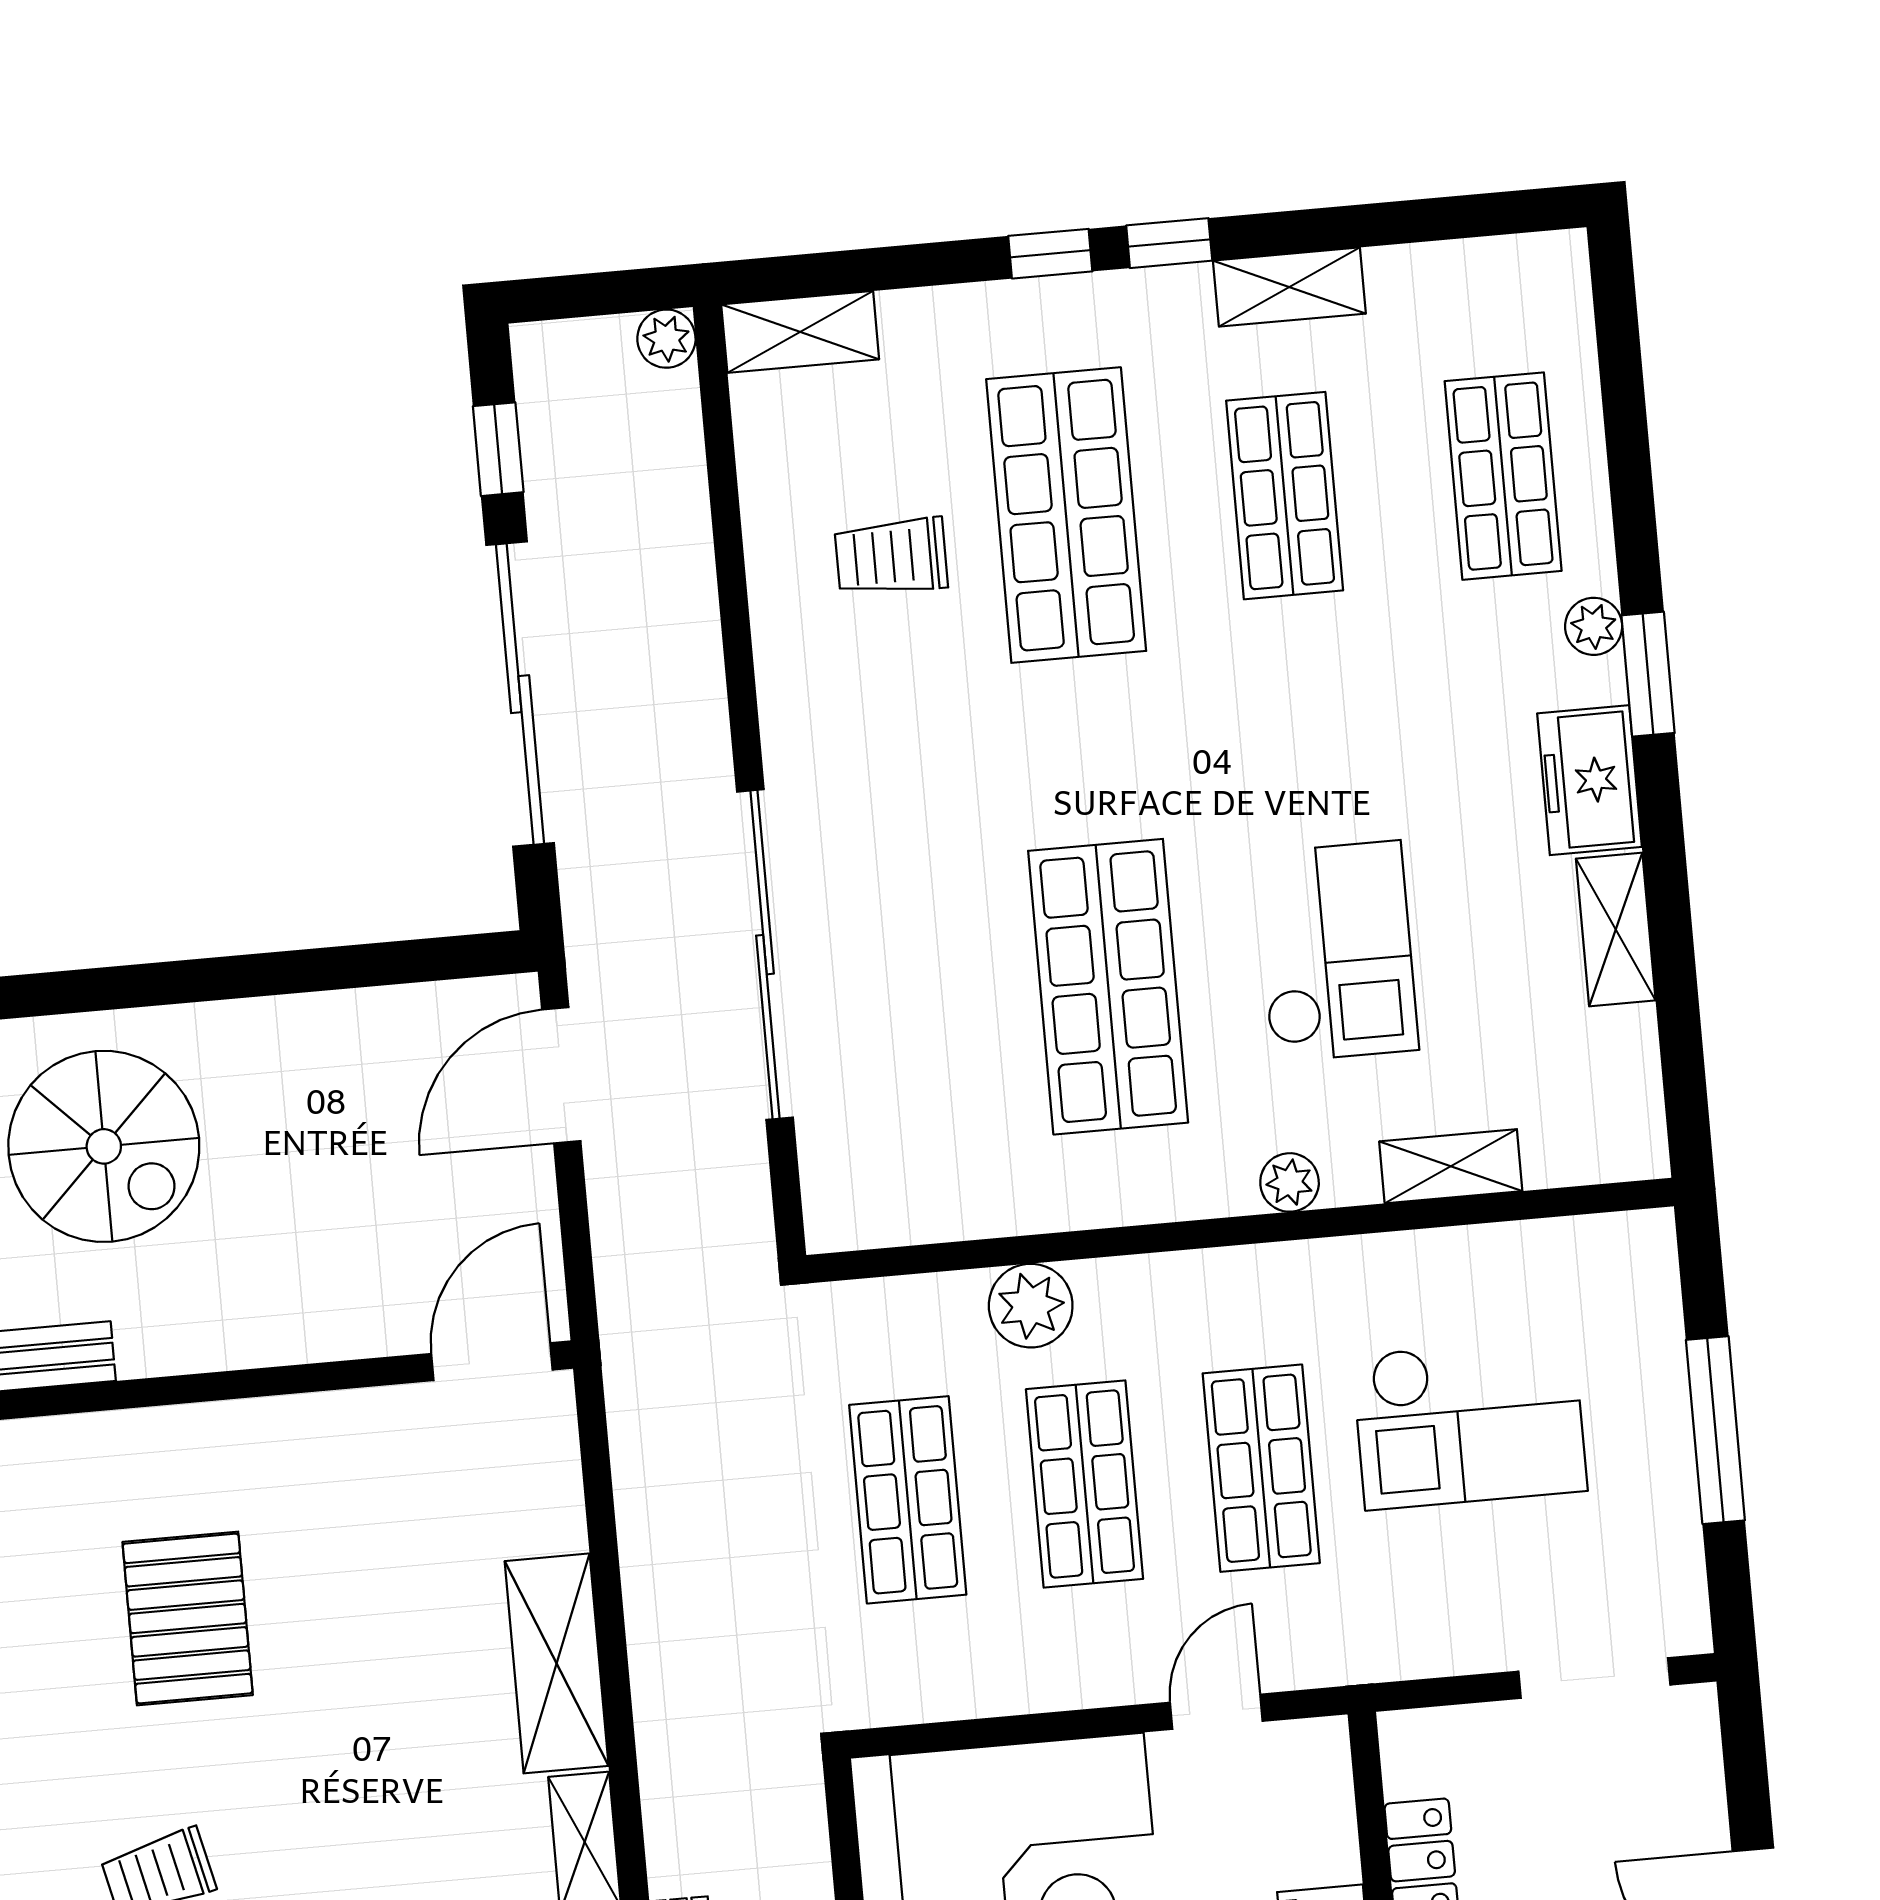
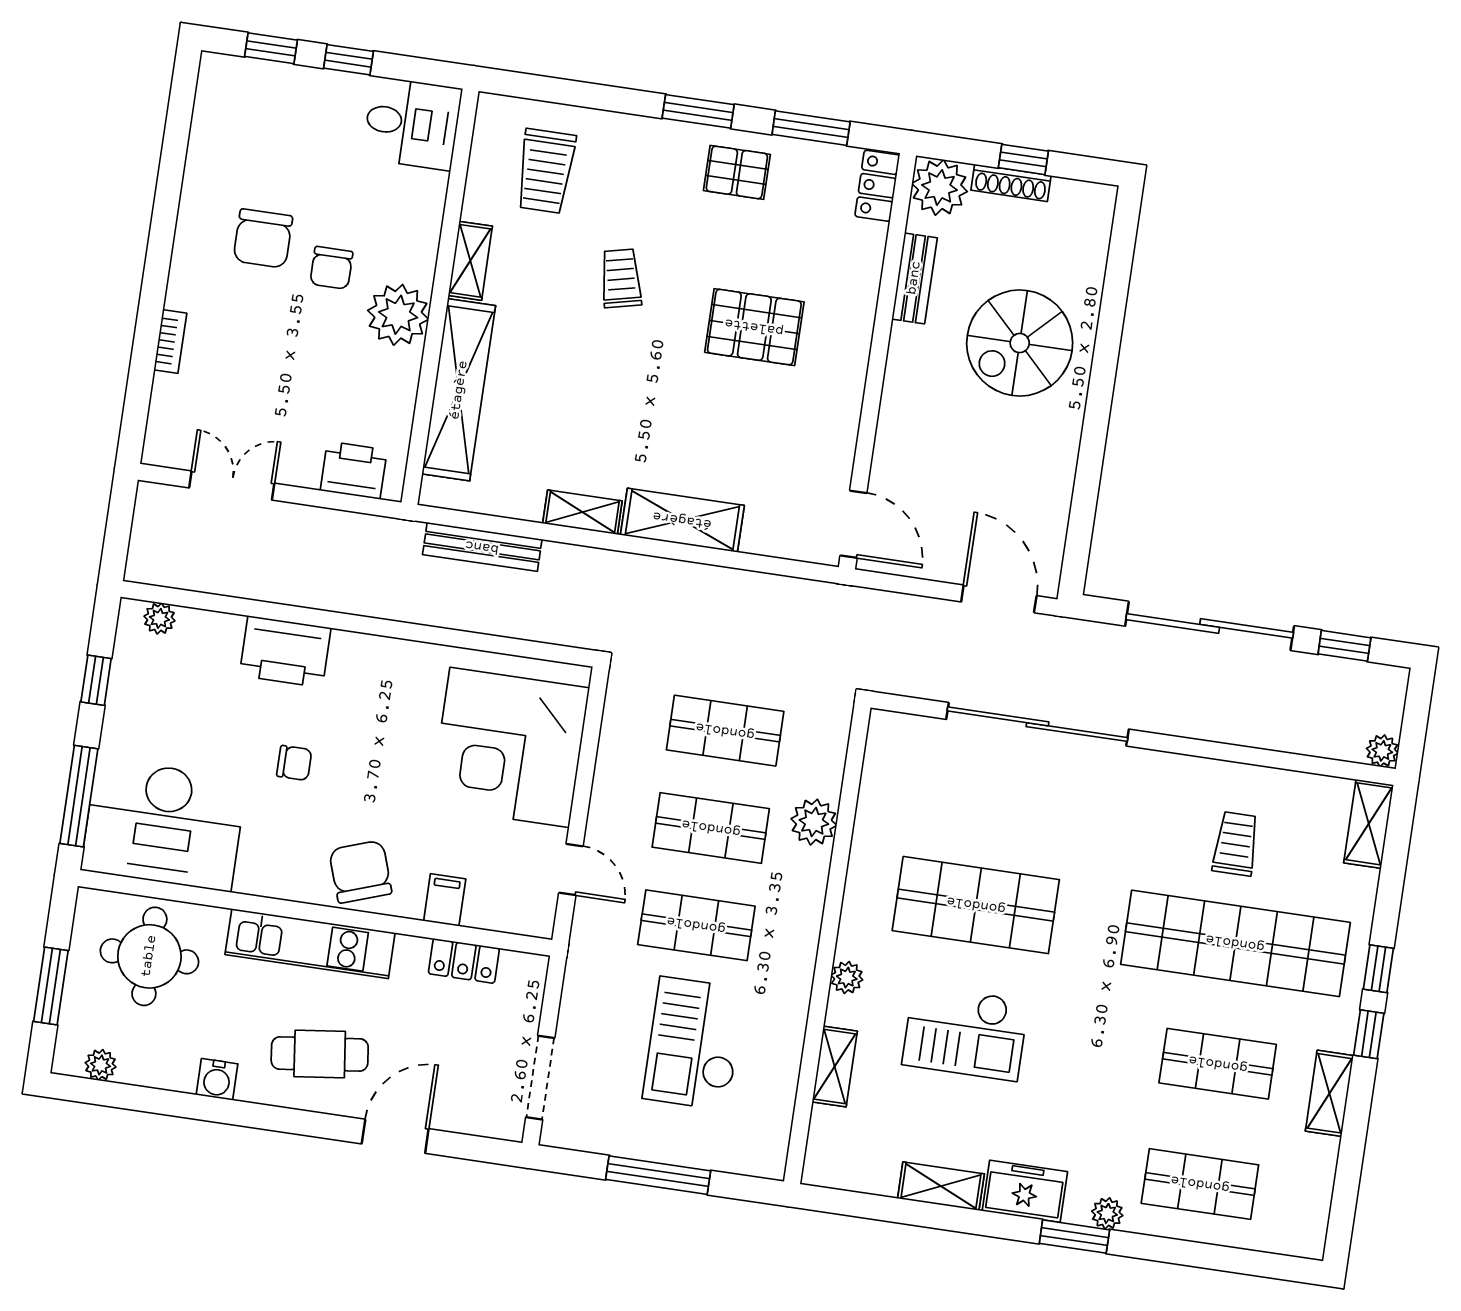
shop shelf: (1066, 515) -> (1235, 943), width x1.40

